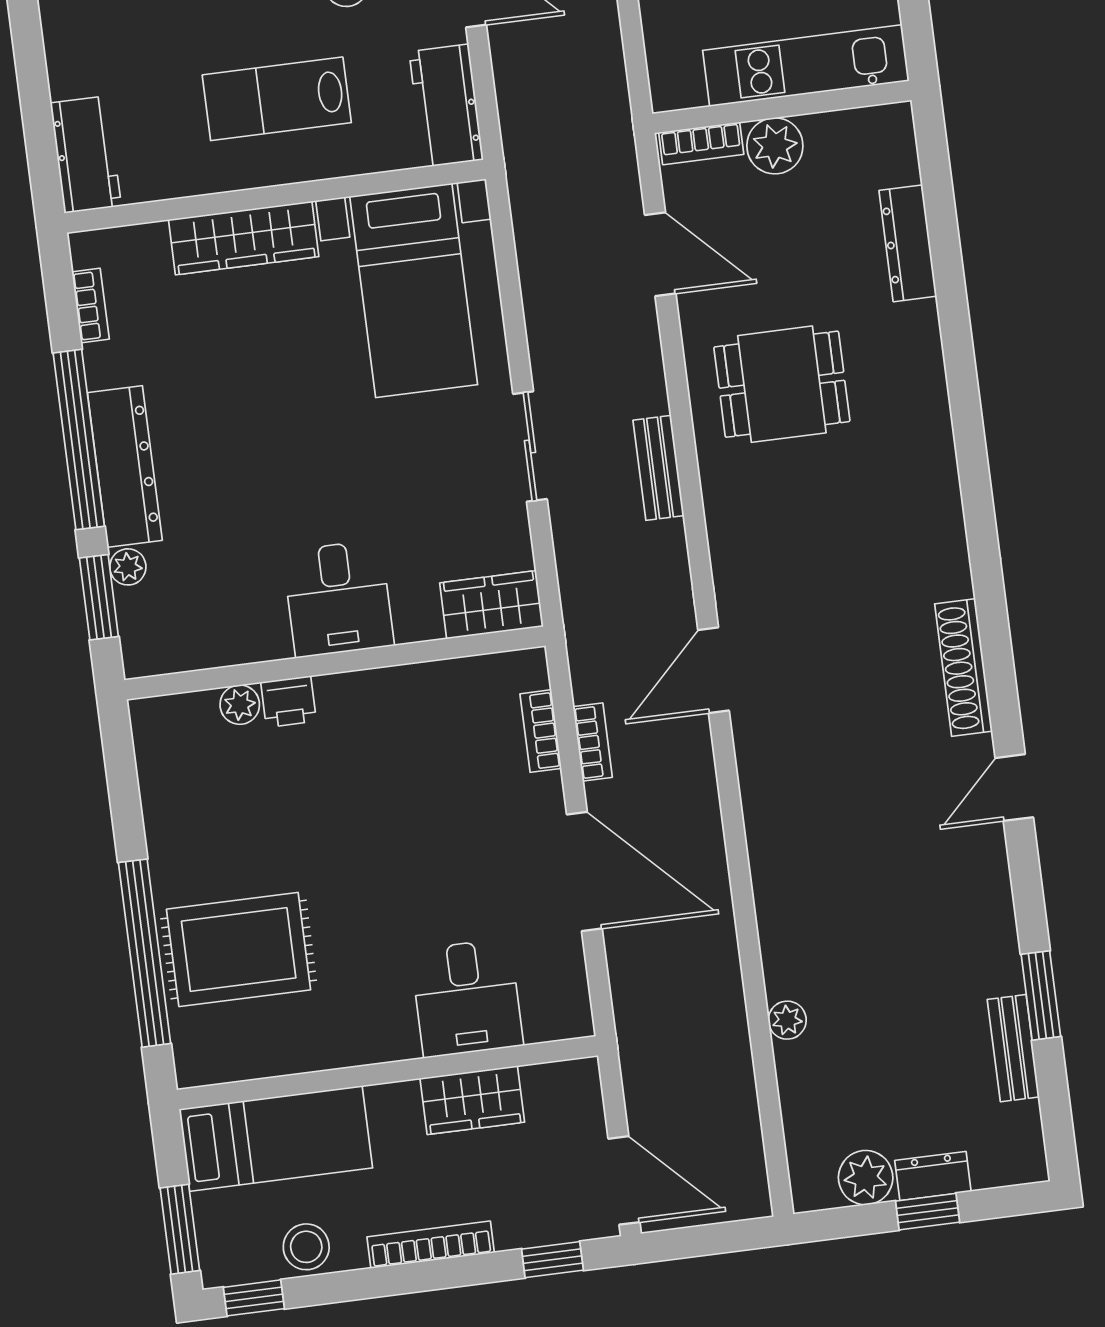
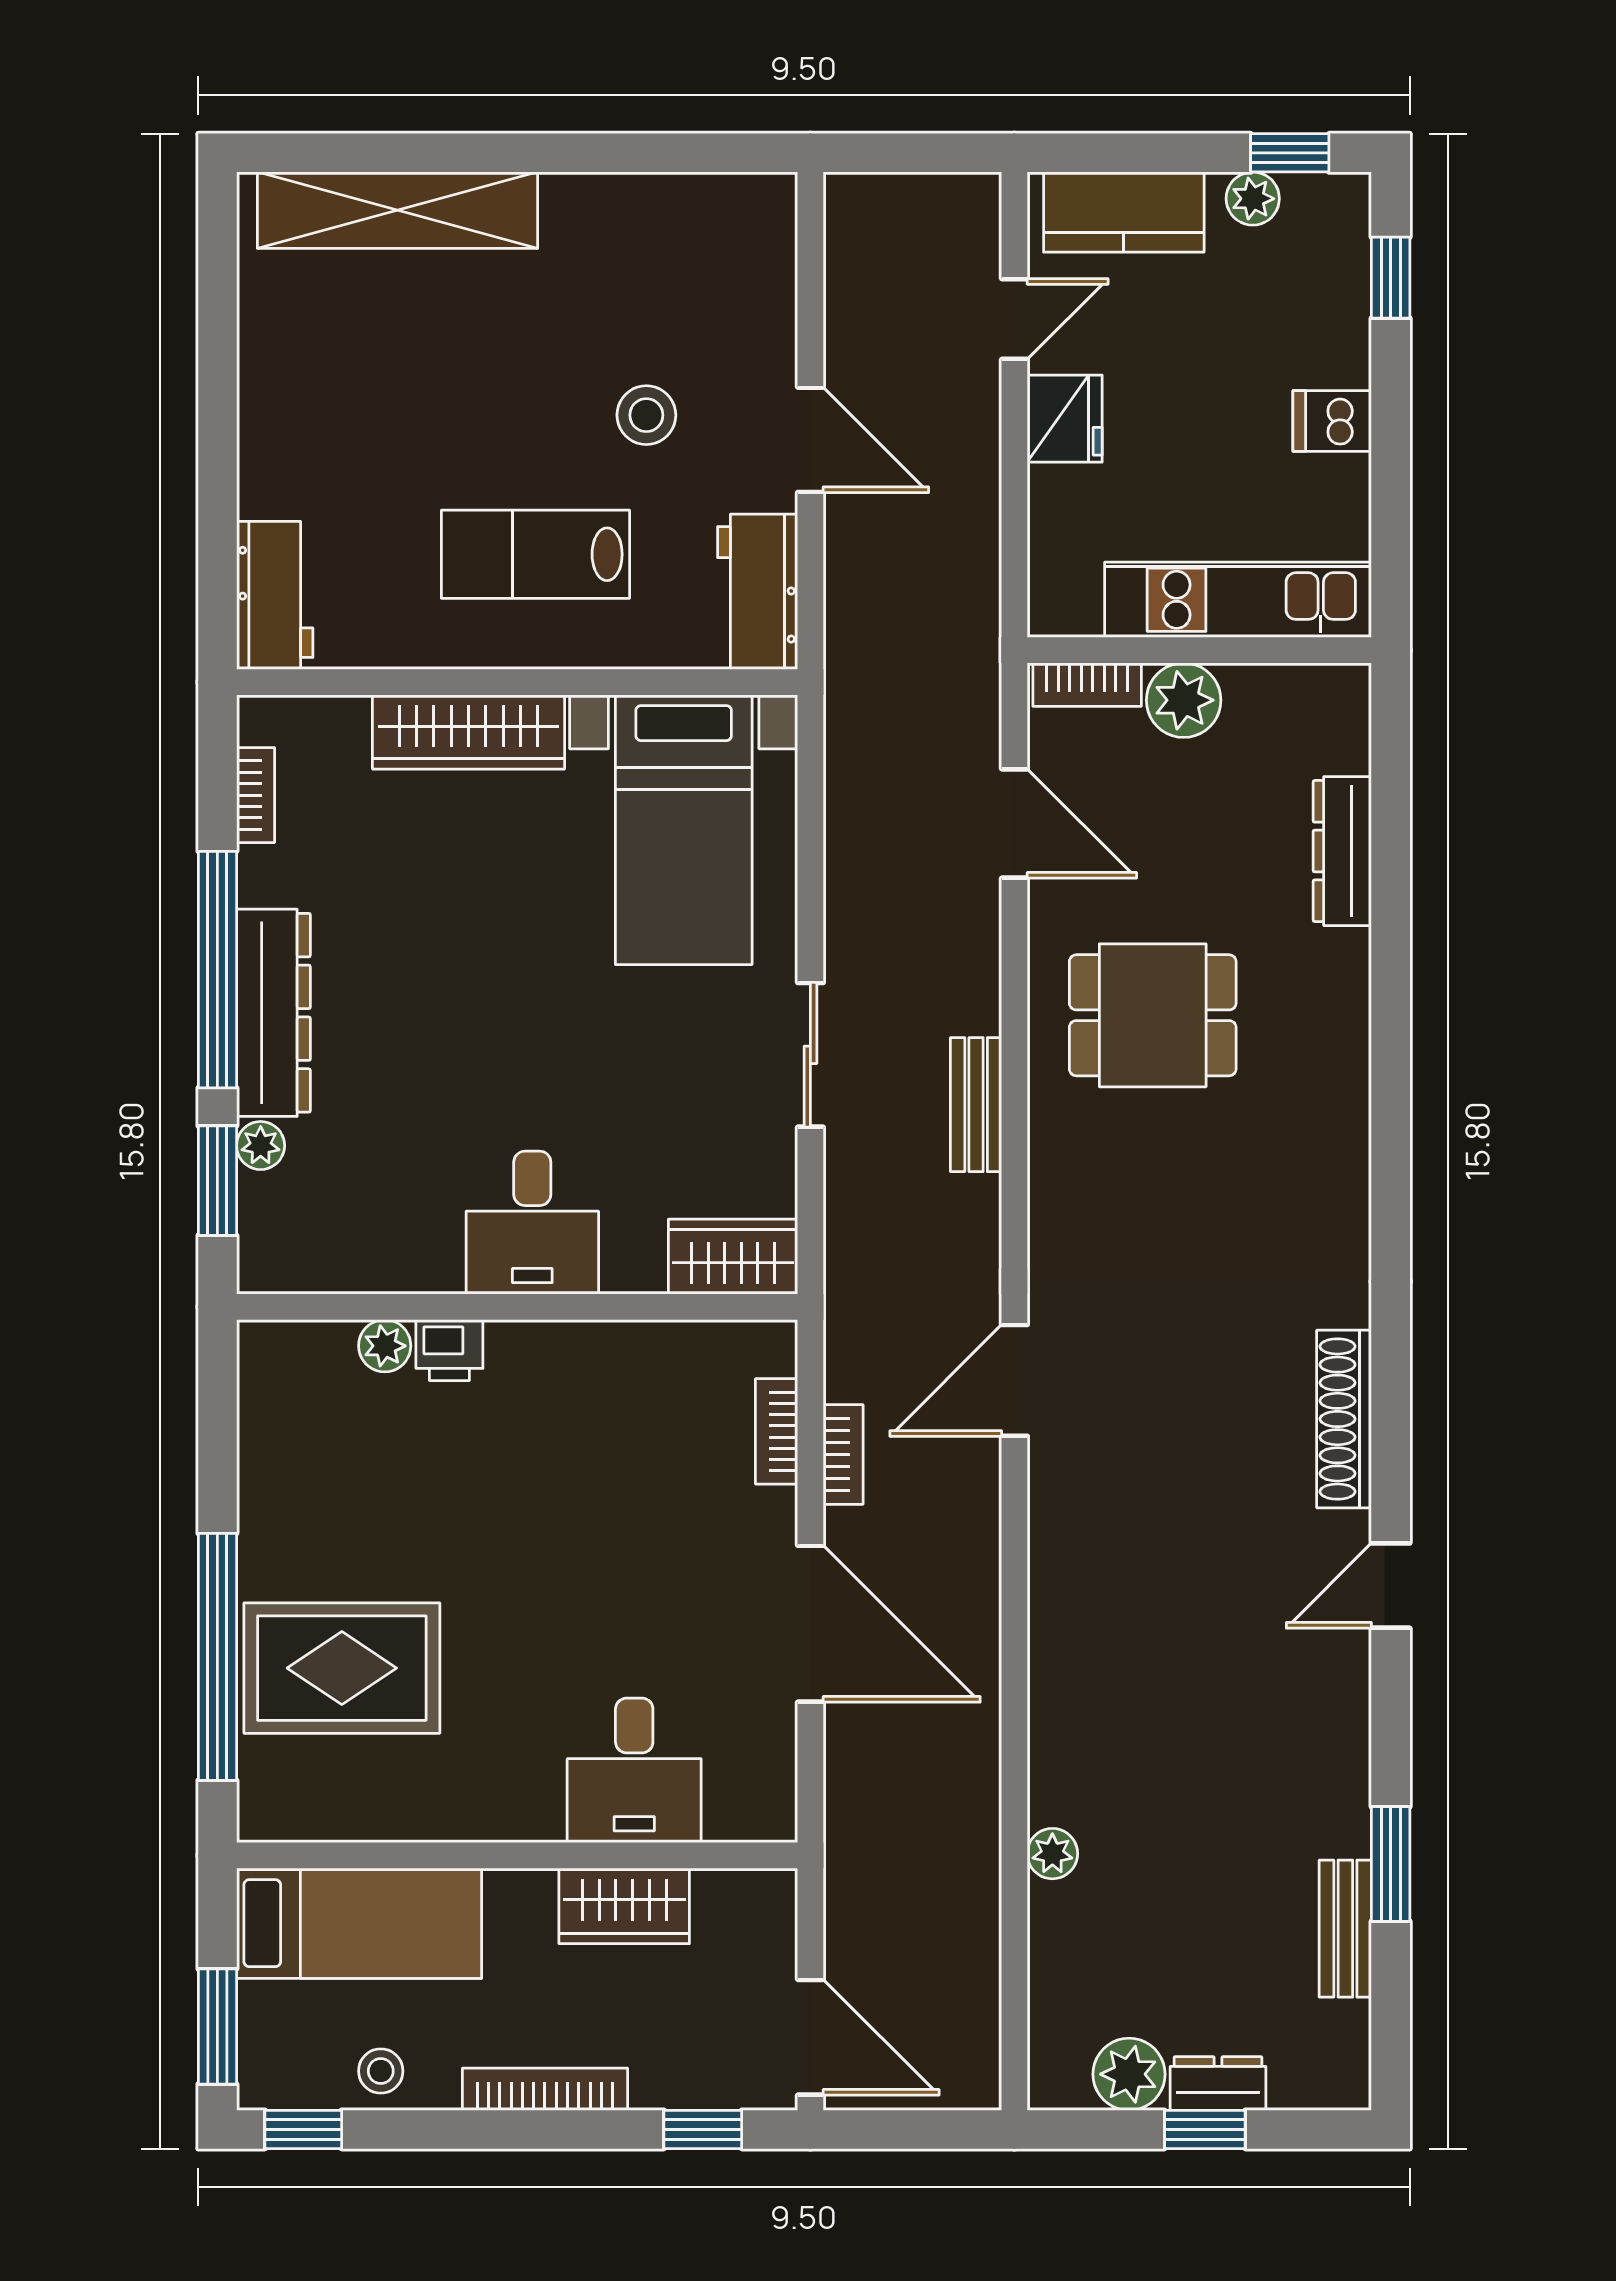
stool: (306, 1247) -> (381, 2071), width x0.73, depth x0.73

